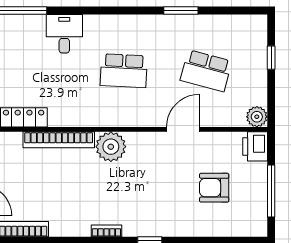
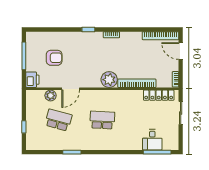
desk: (64, 34) -> (152, 140), moved
plant: (257, 117) -> (51, 96), moved

